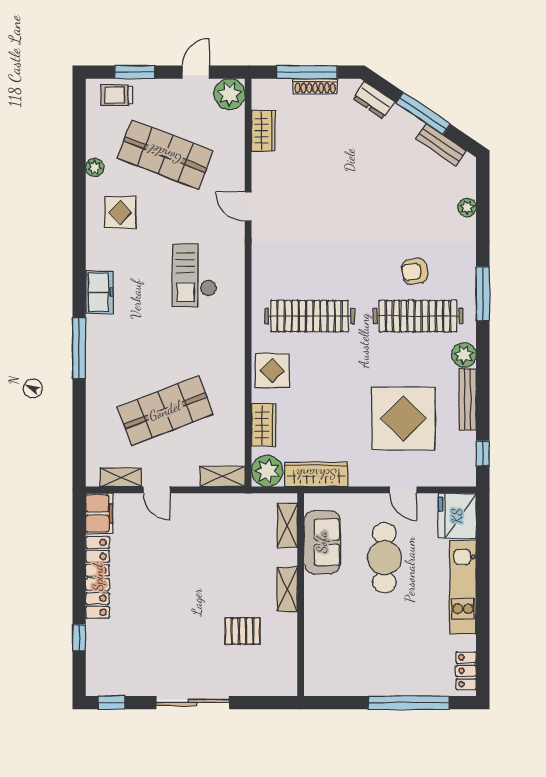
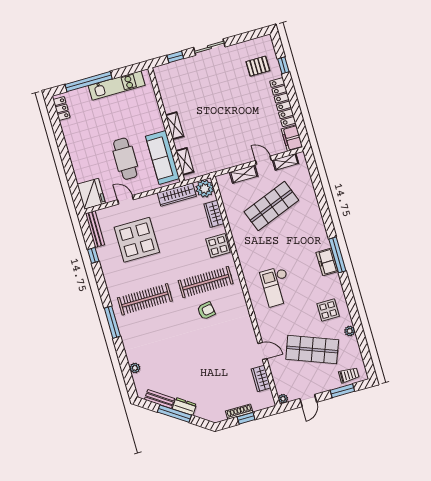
window: (307, 72) -> (246, 418), width x0.46
plant: (229, 94) -> (283, 399), width x0.53, depth x0.53
dresser: (374, 100) -> (184, 407), moved
door: (248, 206) -> (262, 351), moved
armchair: (415, 271) -> (206, 311), moved
checkout: (194, 275) -> (277, 286), turned 180
window: (79, 348) -> (337, 255), moved
plant: (464, 355) -> (113, 285), removed
bench: (468, 400) -> (95, 229), moved
window: (483, 453) -> (93, 255), moved
shelving: (222, 476) -> (244, 174), moved
sofa: (322, 542) -> (163, 157), width x1.36
kitchen unit: (463, 587) -> (117, 86), moved, turned 90
pallet: (243, 631) -> (258, 66), moved
window: (111, 703) -> (175, 57), moved
sliding door: (193, 703) -> (209, 47), width x0.73

